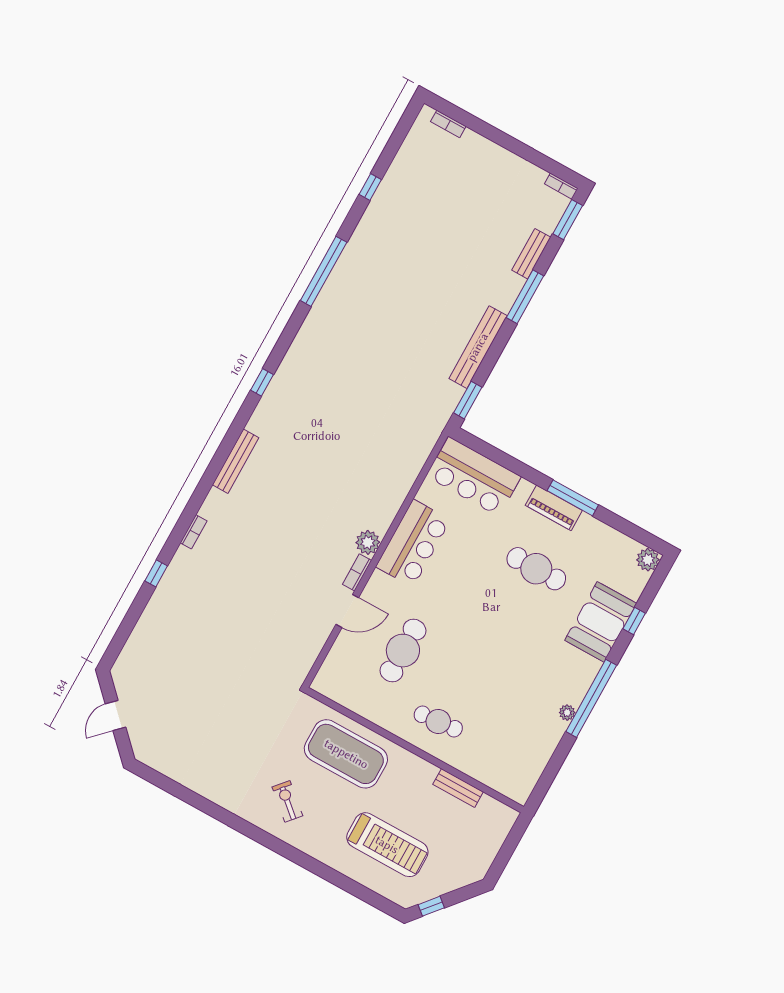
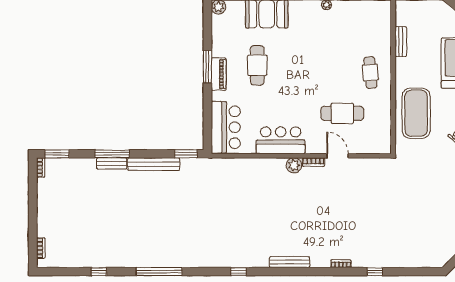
bench: (531, 254) -> (112, 163), moved

